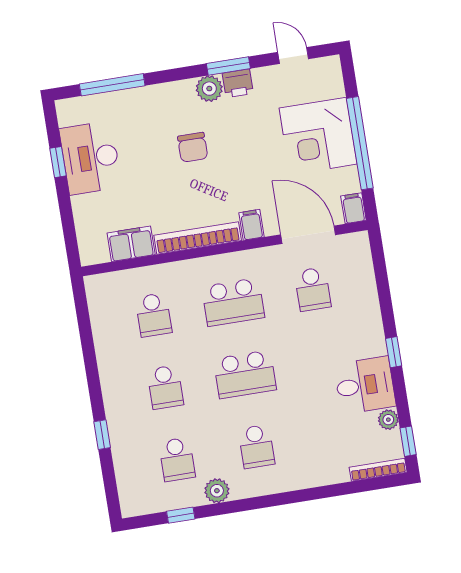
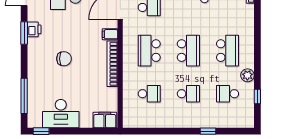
plant: (209, 89) -> (34, 45), removed
window: (58, 162) -> (41, 131), moved
filing cabinet: (131, 244) -> (105, 120), moved, turned 90
school desk: (233, 302) -> (149, 51), turned 180
school desk: (257, 447) -> (228, 51), width x1.85
school desk: (177, 459) -> (228, 94), turned 180

